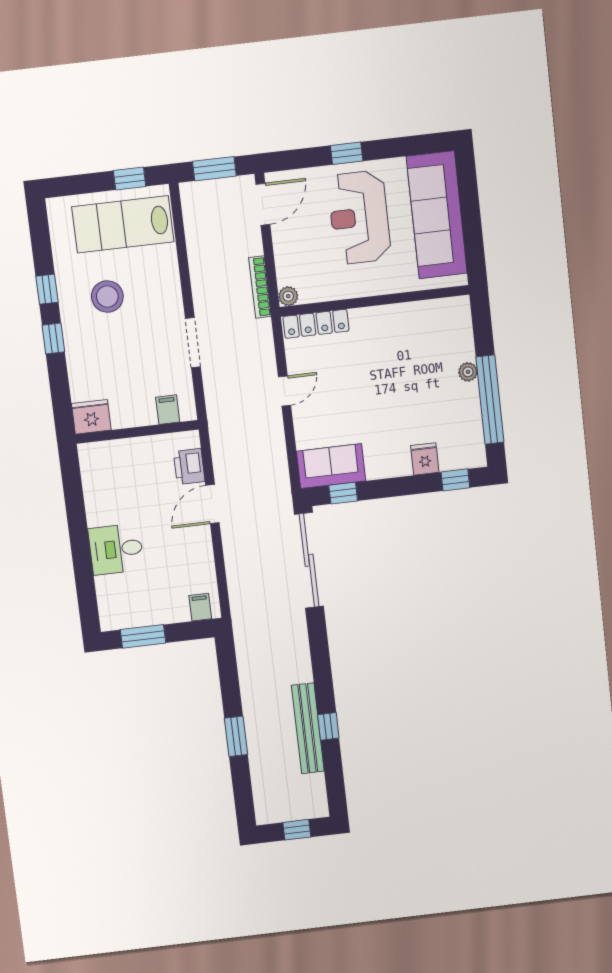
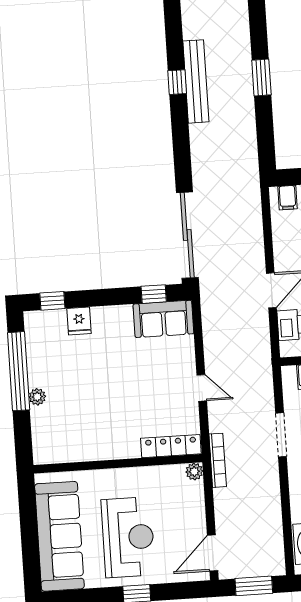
bookcase: (260, 287) -> (218, 460), moved
door: (285, 391) -> (202, 388), swing flipped

